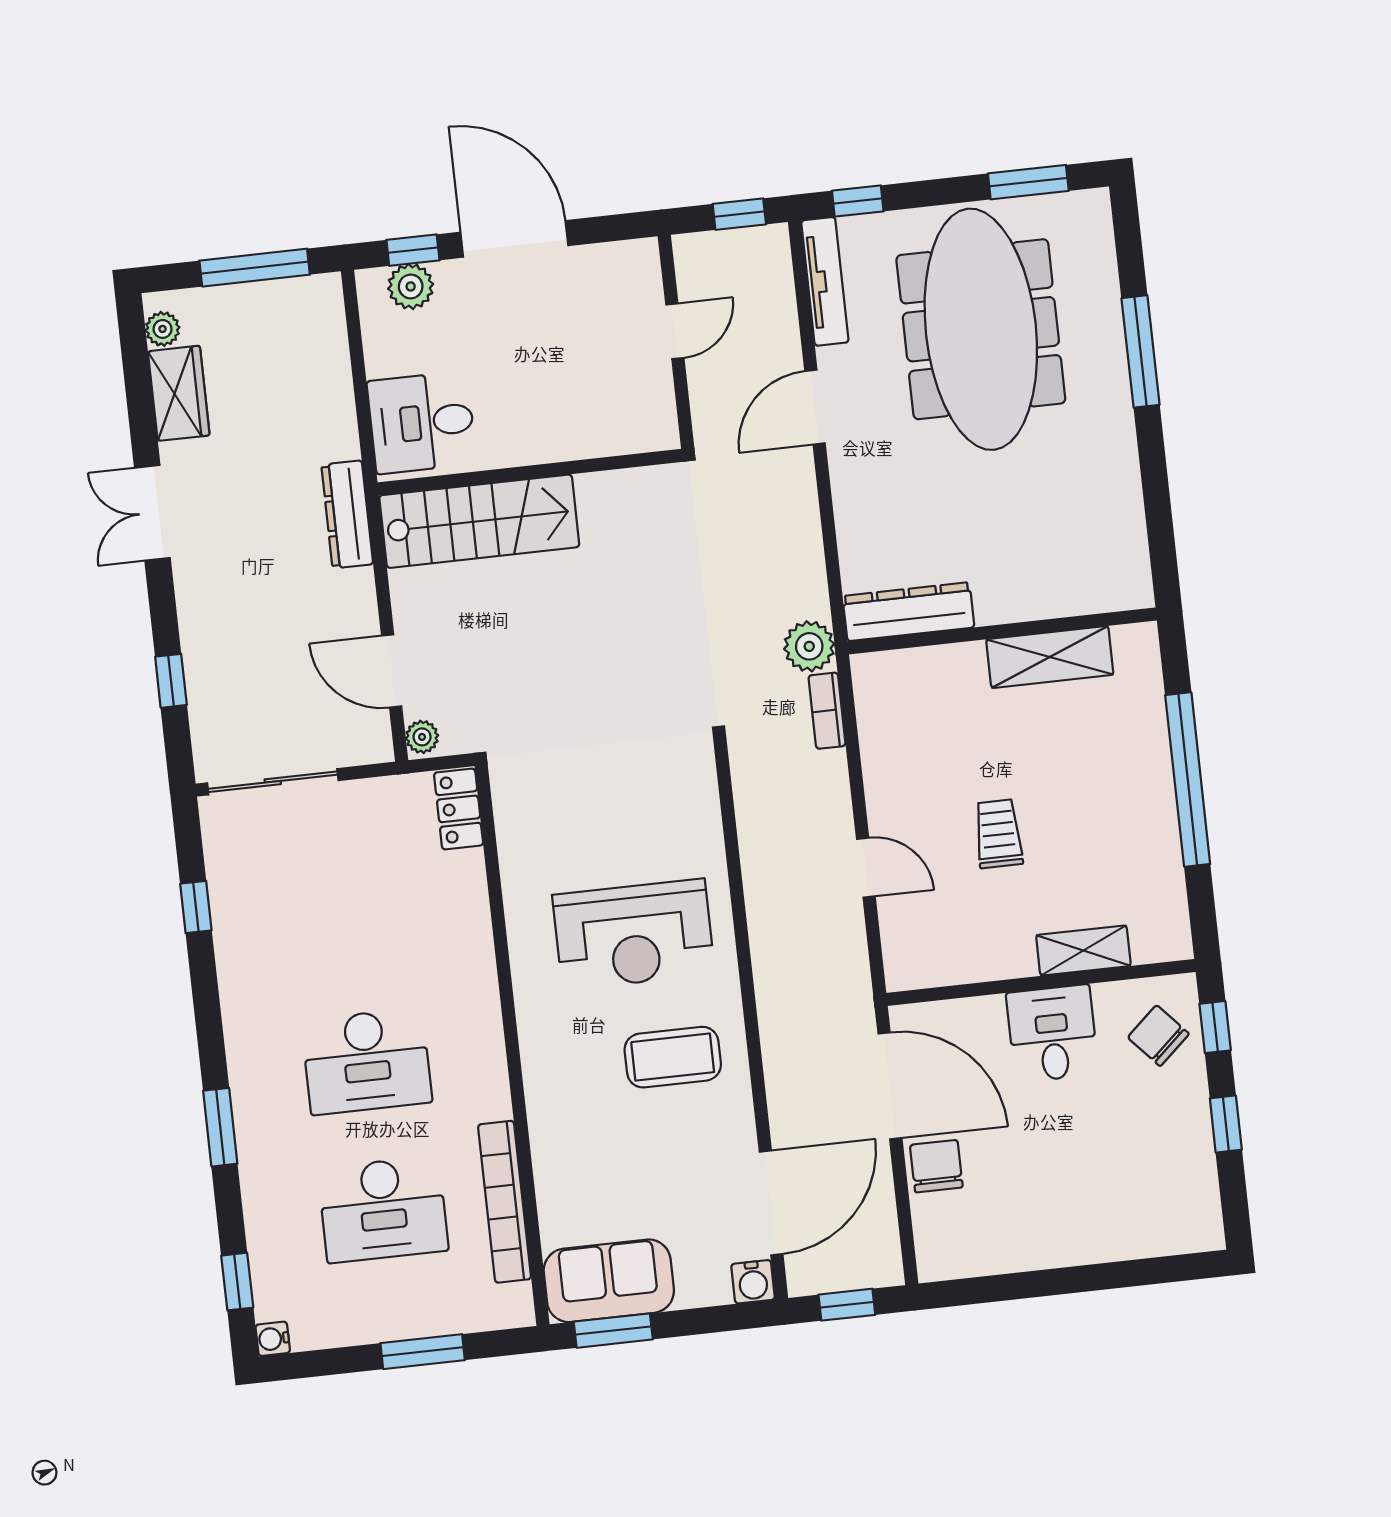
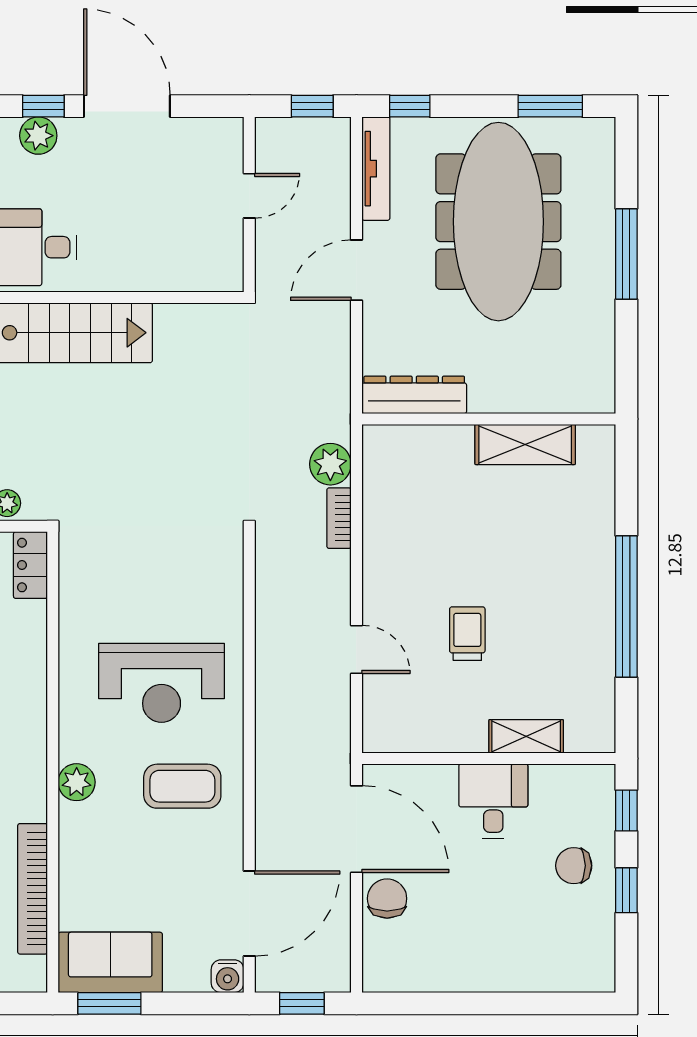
dresser: (908, 612) -> (414, 395), moved
wall: (1002, 631) -> (489, 419), moved
shelving: (1050, 657) -> (525, 444), moved
chair: (1158, 1036) -> (574, 866), moved, turned -48
plant: (544, 1066) -> (77, 782), added

